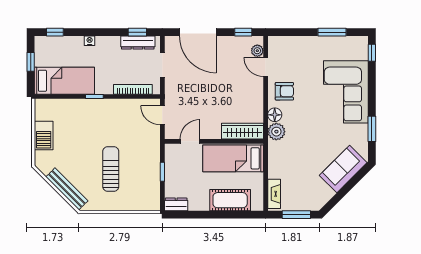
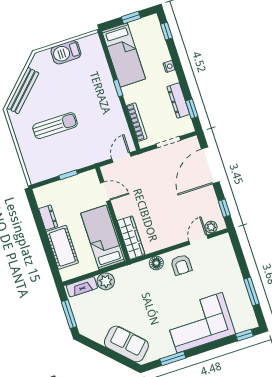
dresser: (138, 43) -> (178, 100), moved
plant: (276, 132) -> (106, 281), moved
dresser: (176, 204) -> (48, 218), moved

